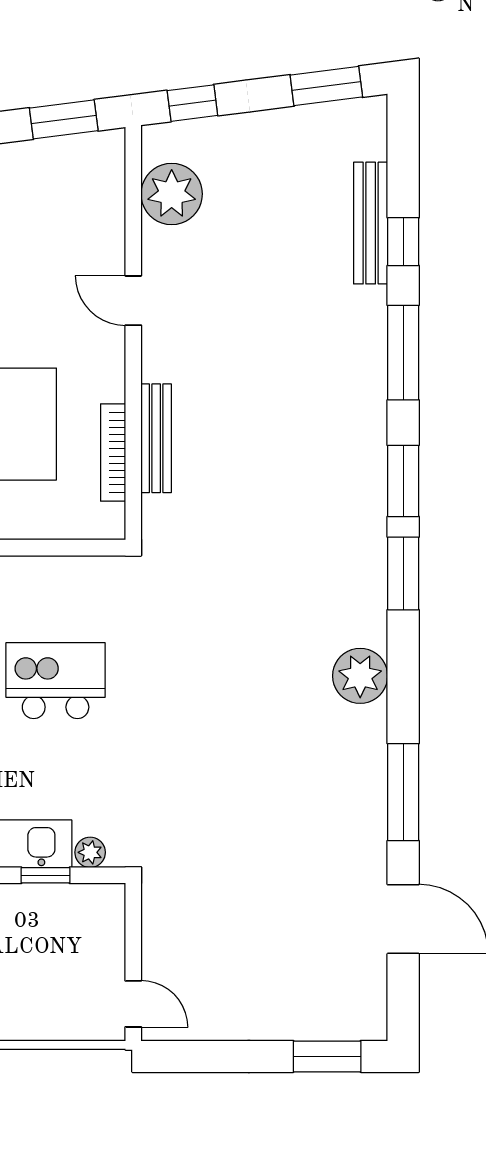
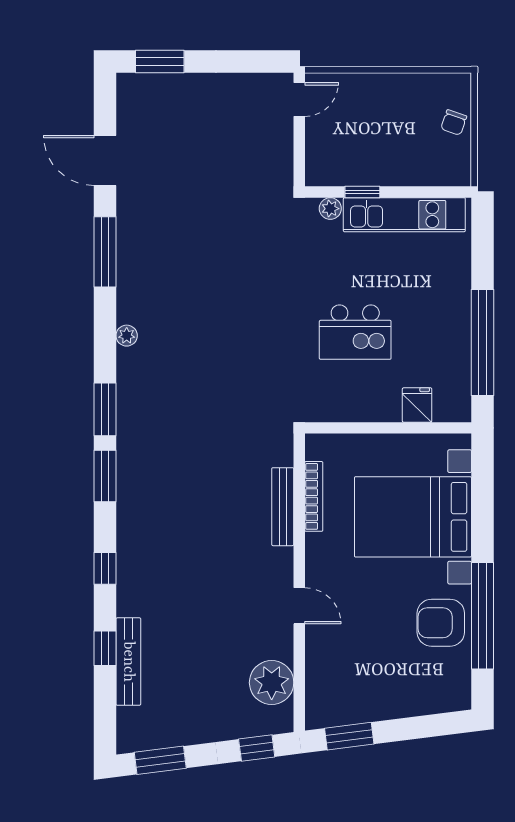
window: (403, 353) -> (105, 568), width x0.46
plant: (360, 676) -> (127, 336), width x0.53, depth x0.53
door: (133, 1004) -> (299, 99), swing flipped

